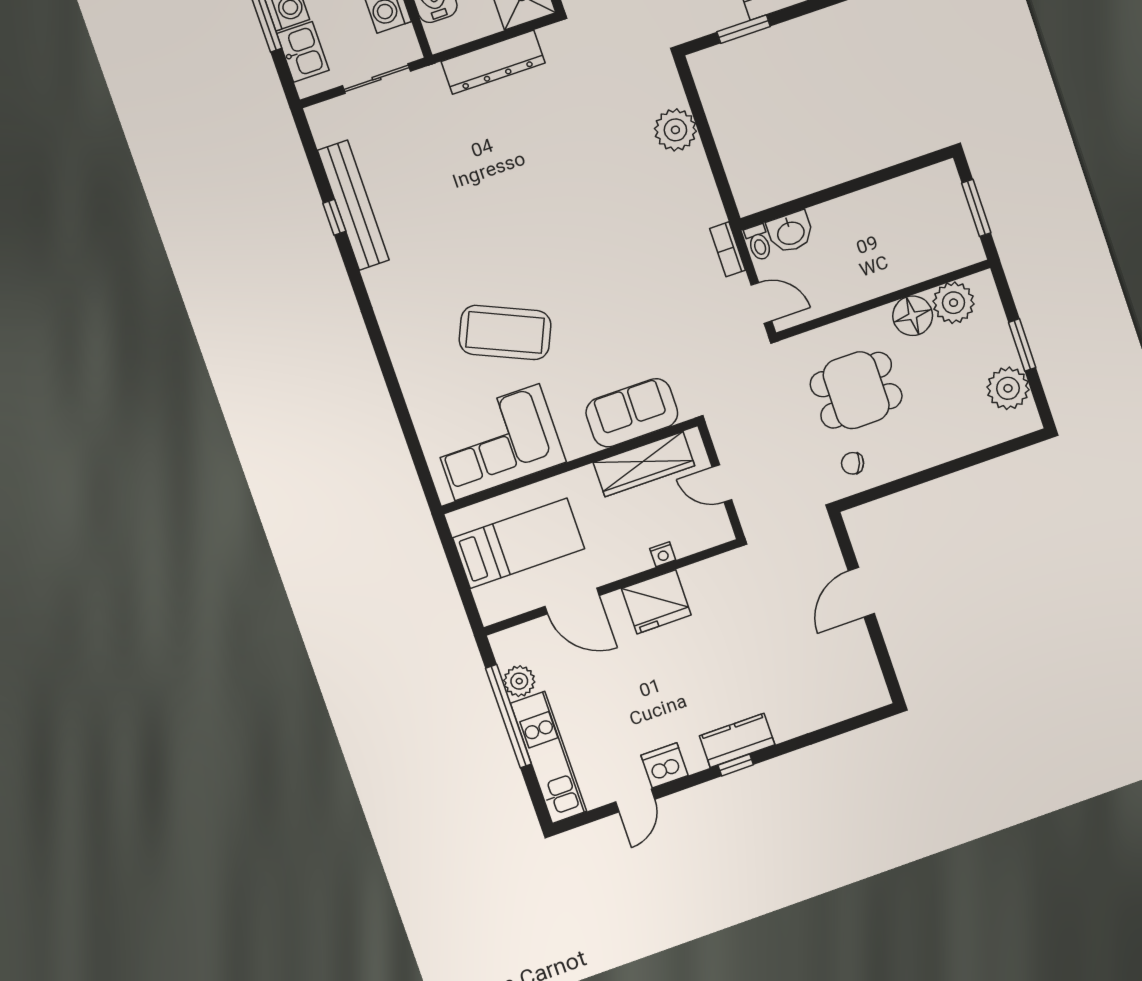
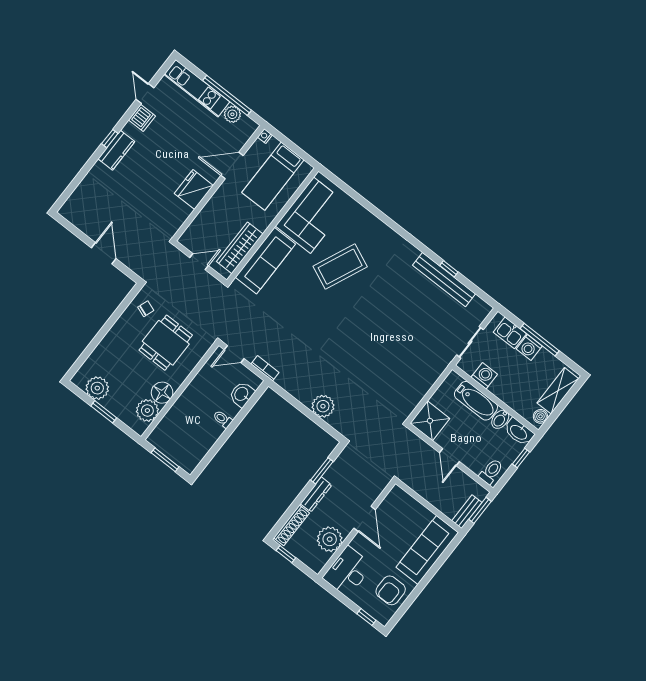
dresser: (493, 62) -> (423, 383), removed
toilet: (759, 243) -> (223, 419), moved
sofa: (632, 413) -> (265, 261), width x1.36
nightstand: (663, 554) -> (265, 136), moved

